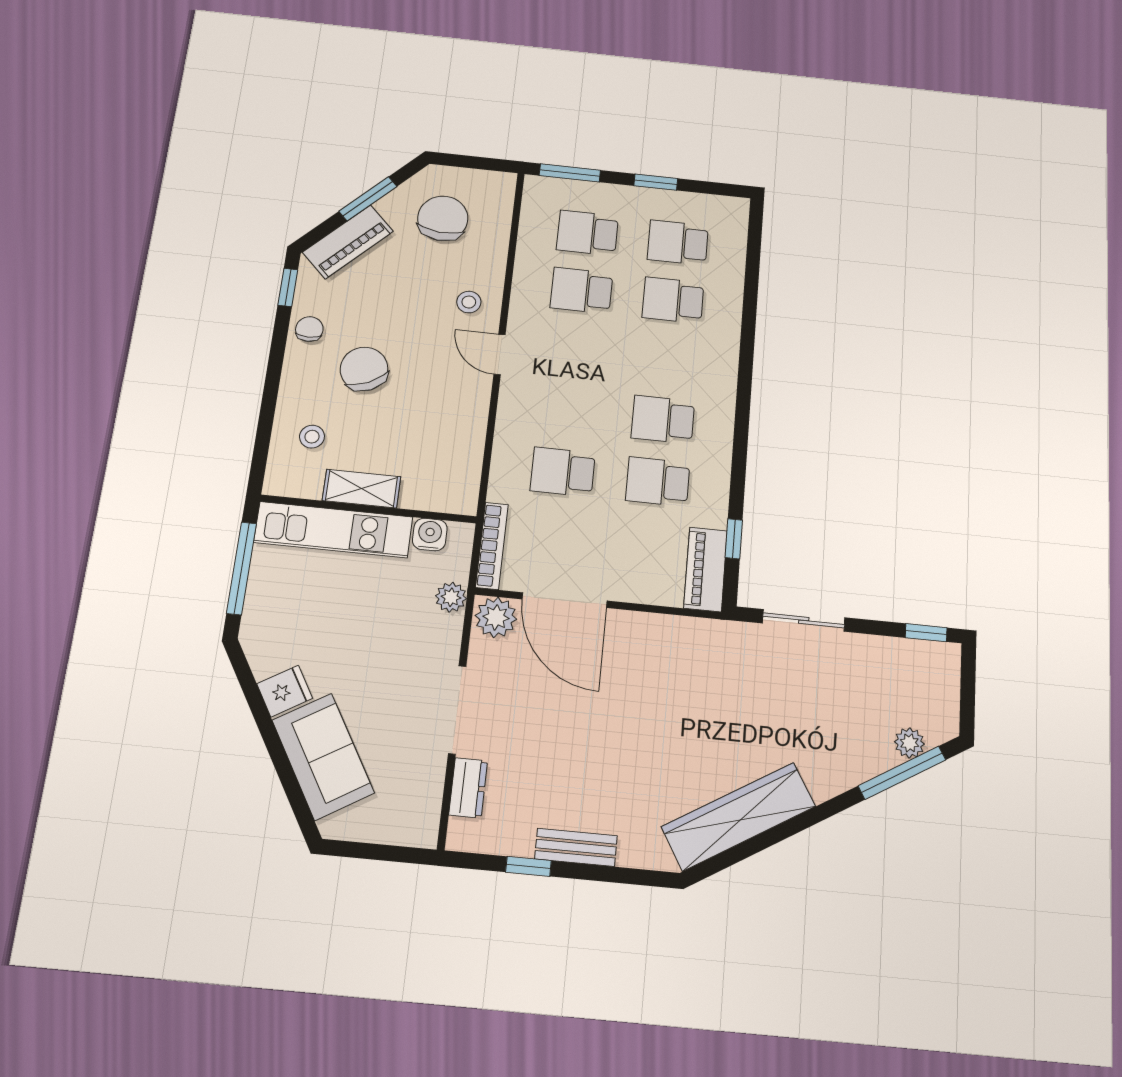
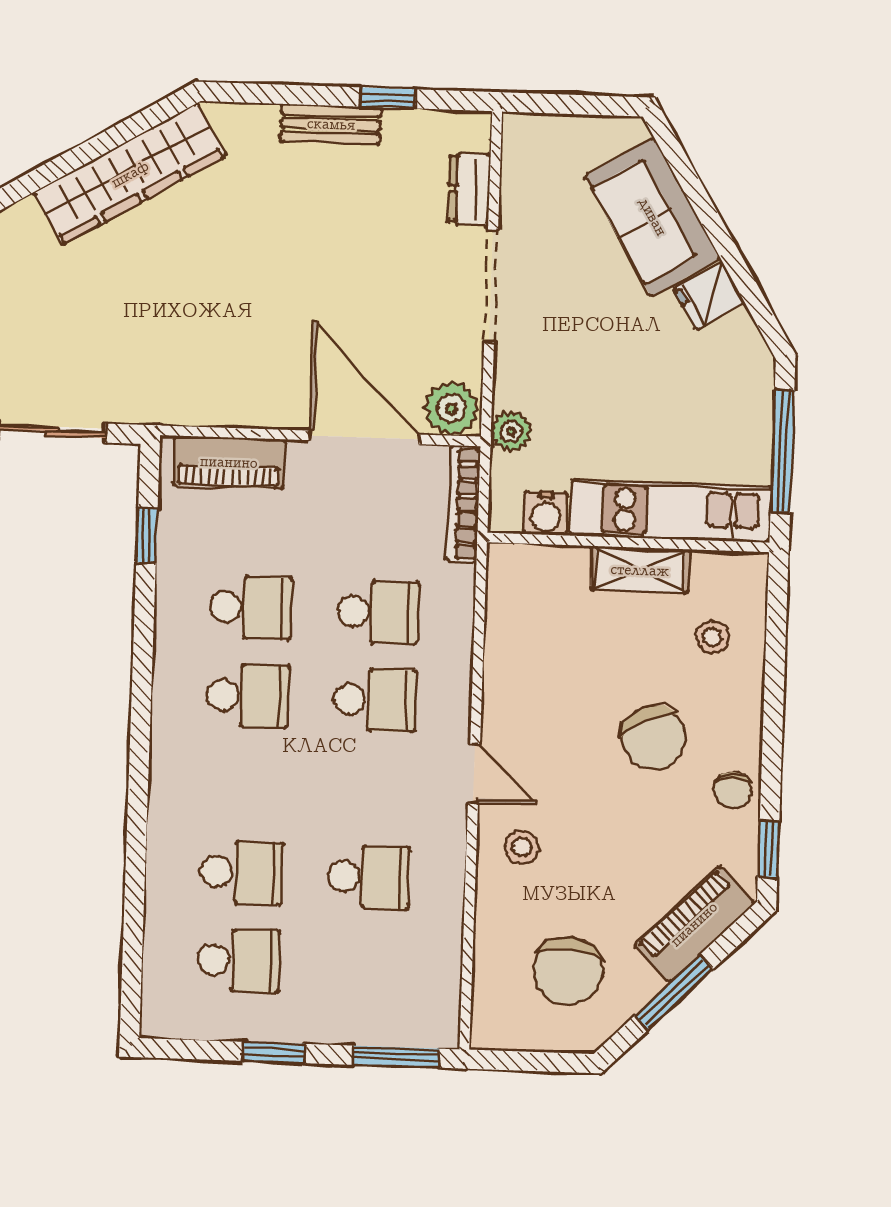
school desk: (587, 233) -> (375, 700), moved
piano: (706, 569) -> (229, 462), moved, turned 90

